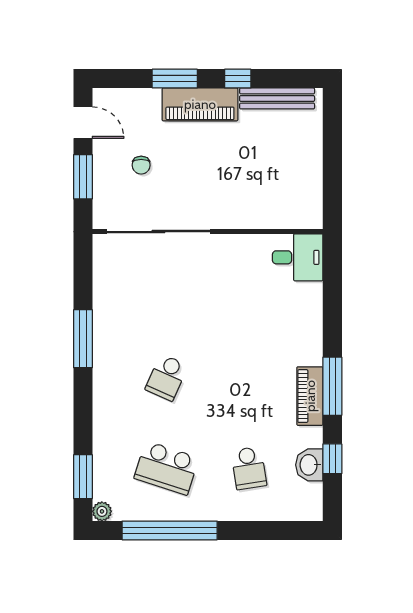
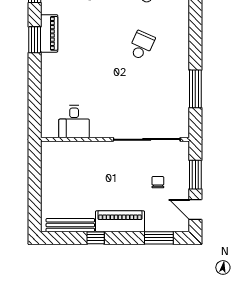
window: (175, 79) -> (159, 238), moved
desk: (298, 257) -> (74, 122), moved, turned -90
window: (83, 339) -> (195, 89), moved
window: (332, 386) -> (35, 40), width x0.69

